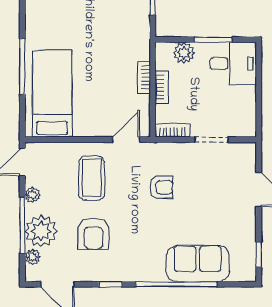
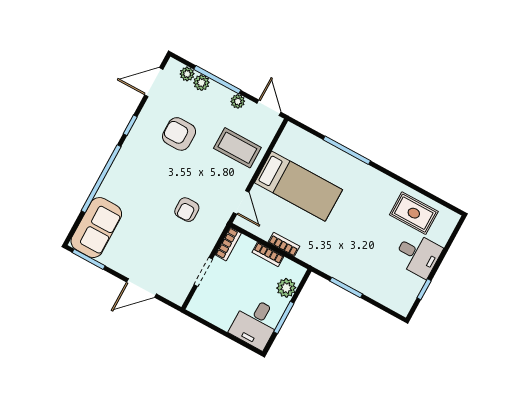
bed: (52, 94) -> (298, 186), moved
coffee table: (92, 178) -> (237, 148), moved
plant: (41, 231) -> (201, 83), width x0.53, depth x0.53
window: (259, 255) -> (89, 259), width x1.50
sofa: (198, 264) -> (96, 228), moved

